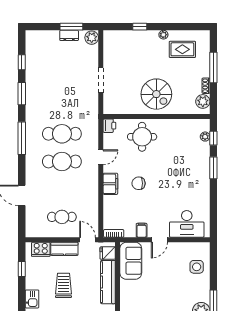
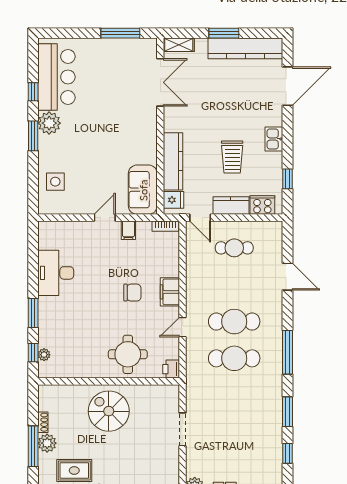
plant: (203, 101) -> (47, 443), moved
desk: (187, 224) -> (56, 273), moved, turned -90

